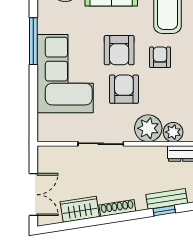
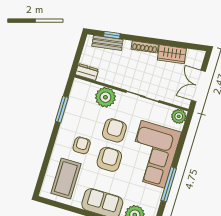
armchair: (160, 57) -> (82, 145), turned 180
armchair: (124, 89) -> (114, 130), turned 180
plant: (173, 132) -> (179, 116), moved
double door: (33, 195) -> (198, 86), moved

